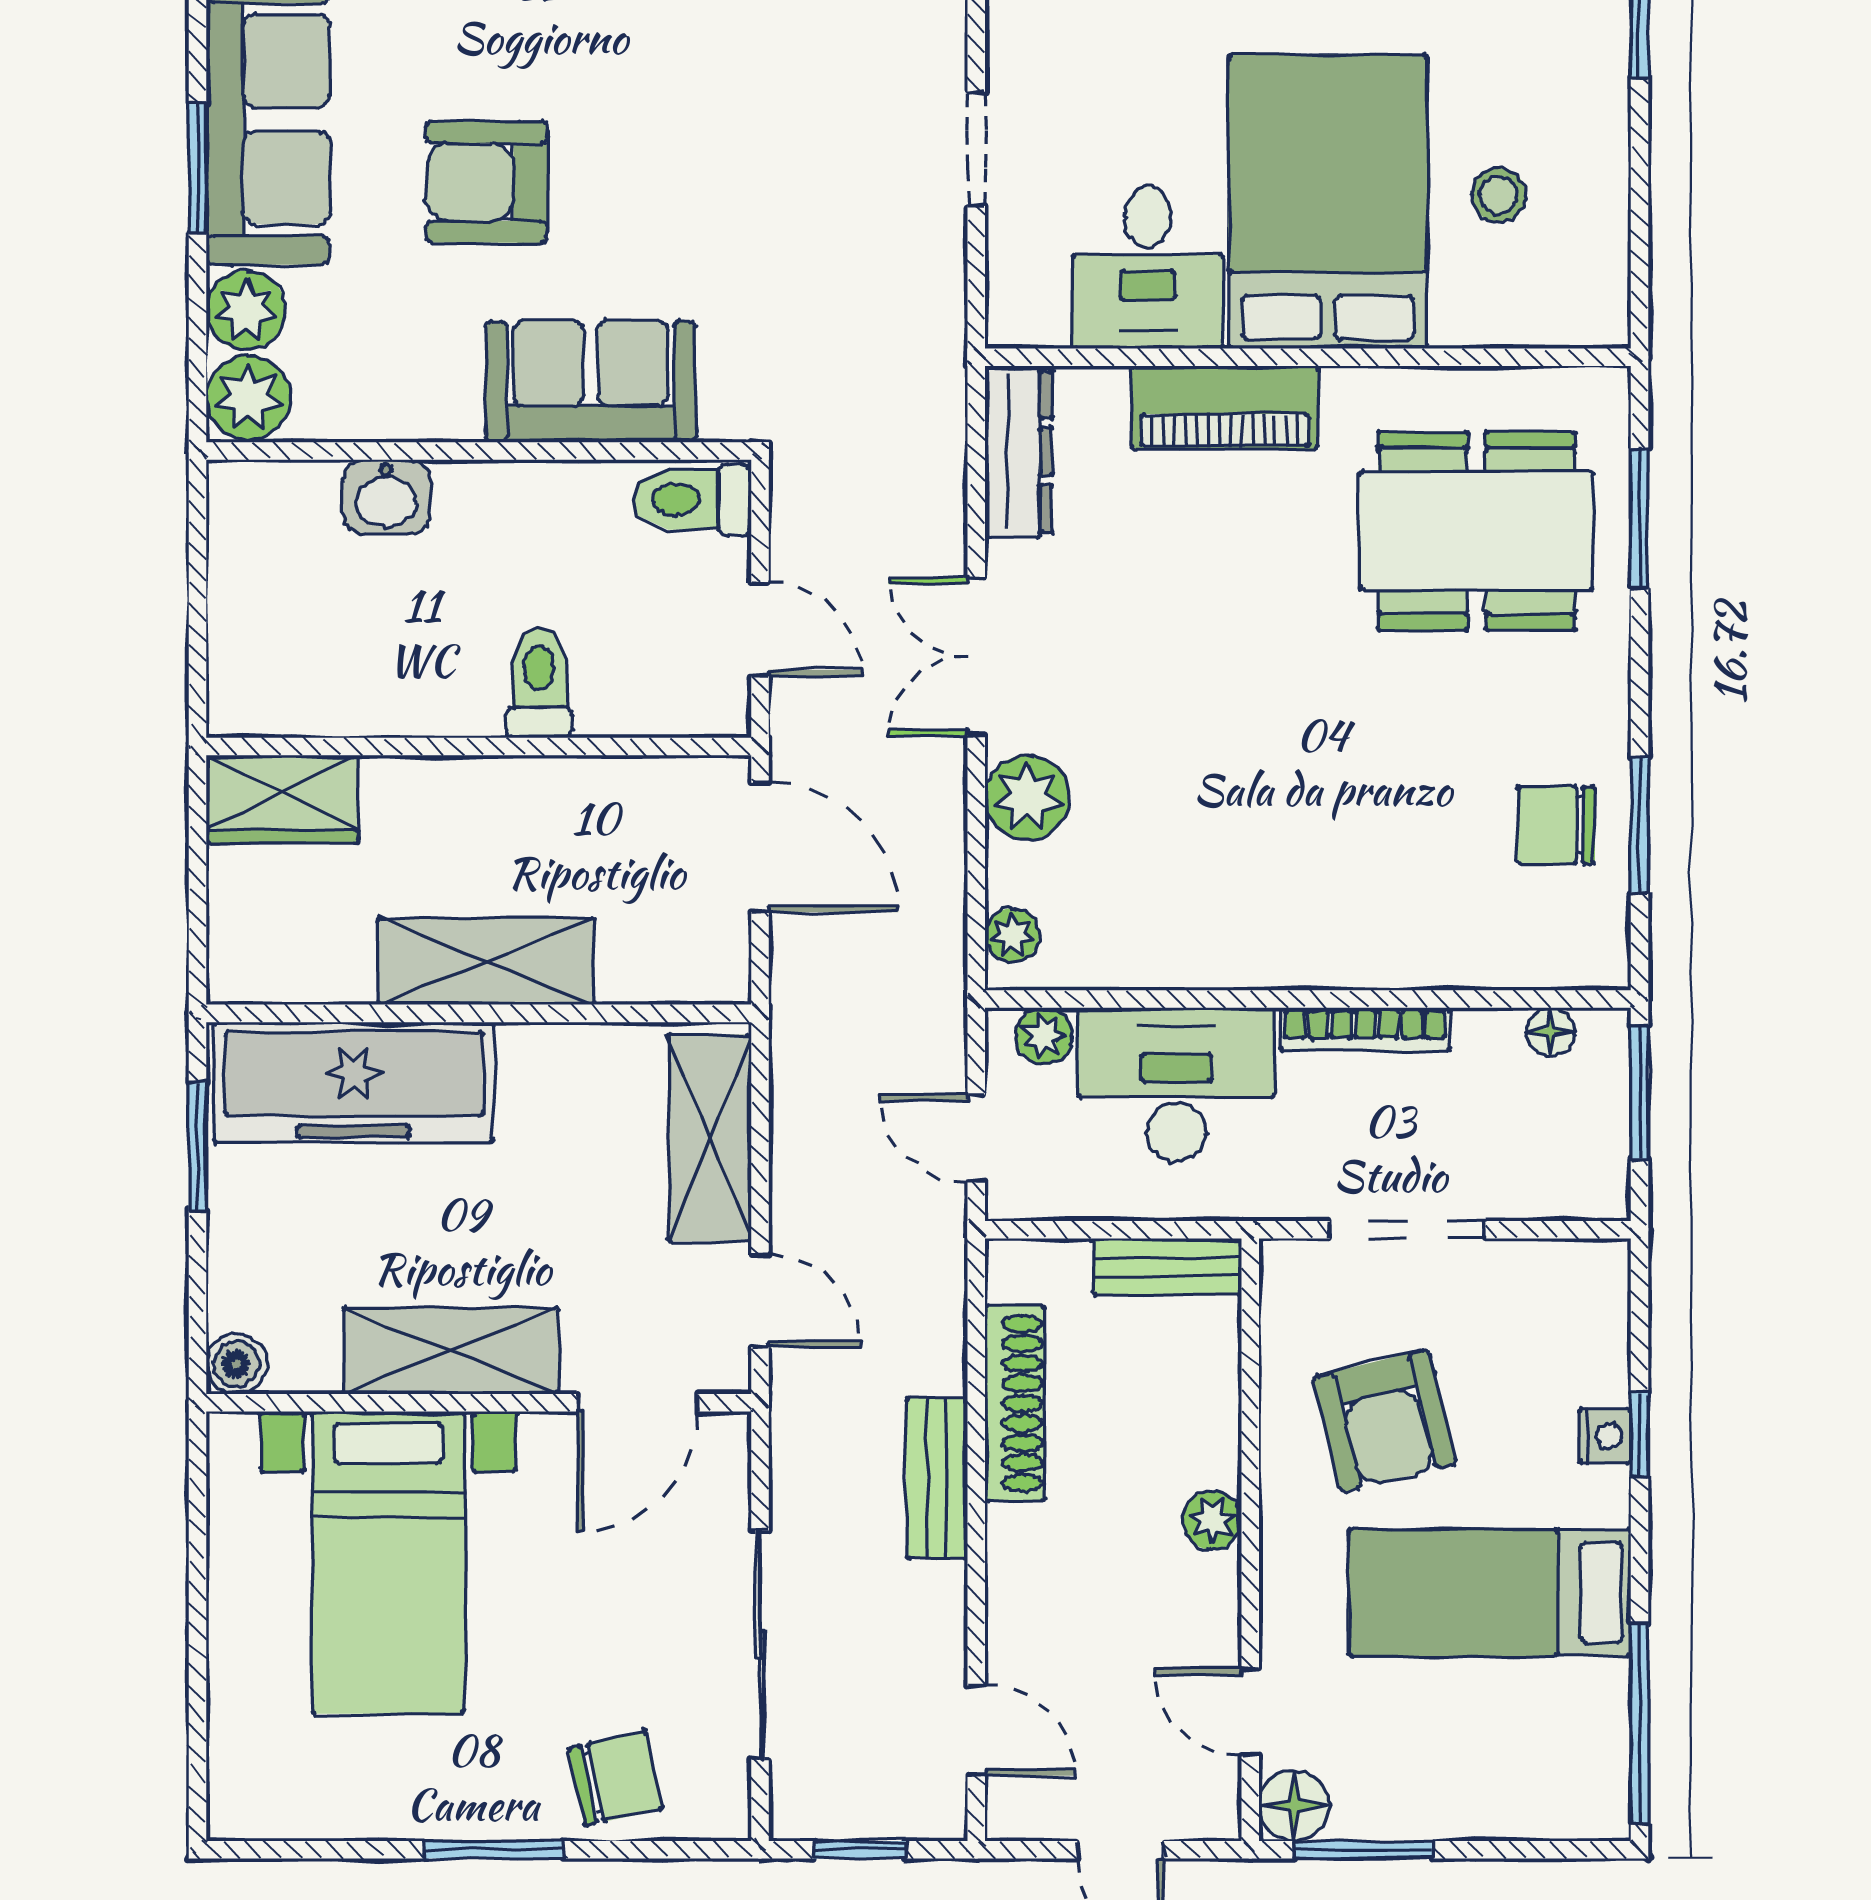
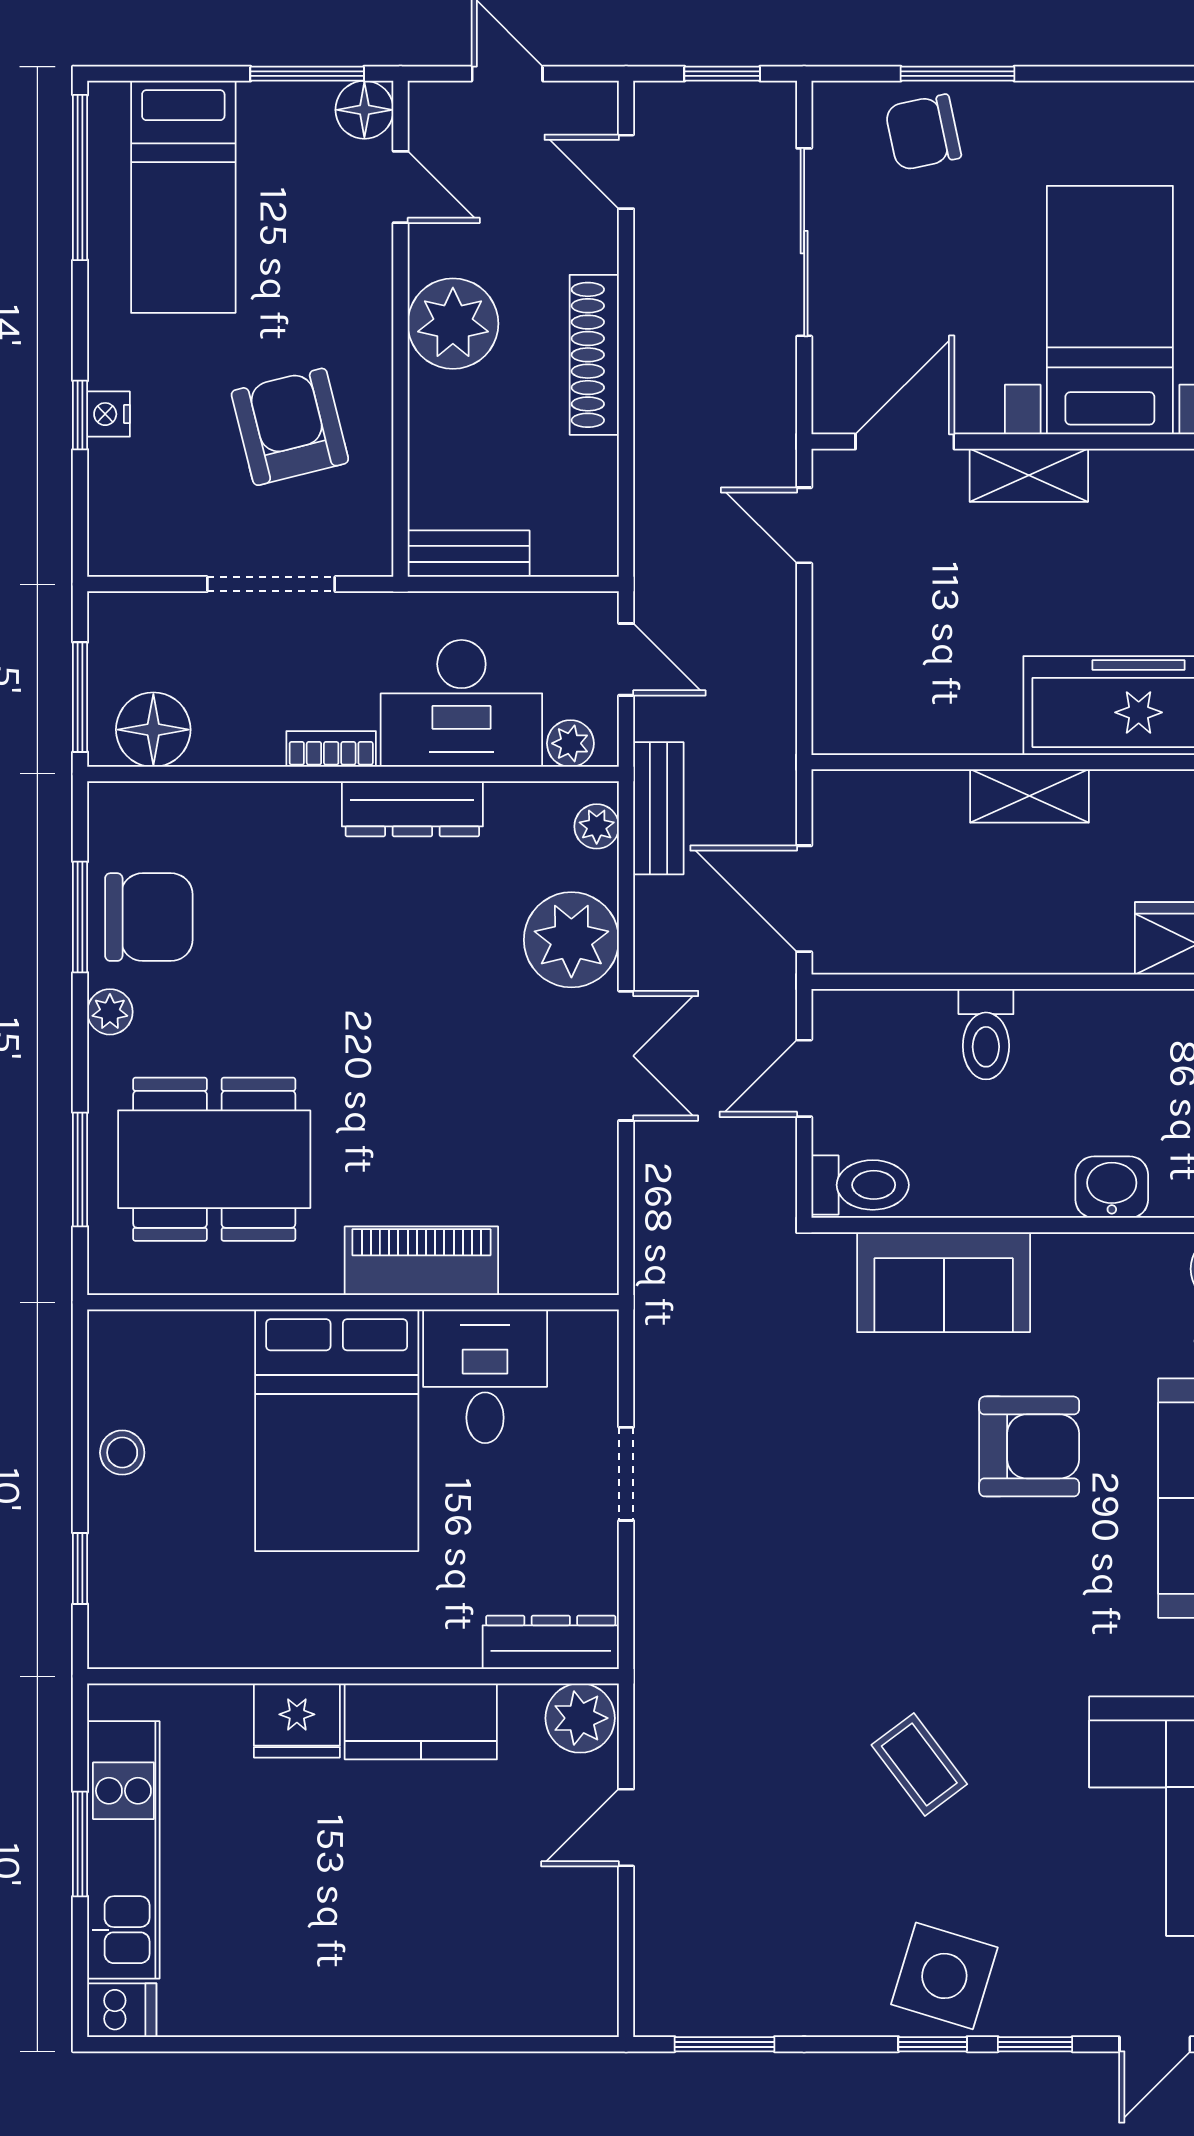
stool: (1499, 195) -> (122, 1453), moved
dresser: (1018, 452) -> (412, 809), moved, turned -90
door: (760, 629) -> (804, 1078), hinge flipped
plant: (1603, 710) -> (110, 1012), added
plant: (1027, 798) -> (571, 940), width x1.36, depth x1.36
chair: (1556, 825) -> (149, 917), width x1.37, depth x1.37
shelving: (486, 961) -> (1030, 796), width x0.67, depth x0.75
bookcase: (1365, 1029) -> (331, 749), width x0.64
floor lamp: (1551, 1032) -> (153, 730), width x1.89, depth x1.89
shelving: (710, 1138) -> (845, 660), removed
shelving: (451, 1351) -> (1029, 475), width x0.67, depth x0.75
shoe rack: (1015, 1403) -> (594, 355), moved
bench: (937, 1478) -> (658, 808), moved
plant: (1212, 1520) -> (453, 324), width x1.88, depth x1.88
bed: (1490, 1592) -> (183, 197), moved, turned 90
window: (494, 1850) -> (958, 74), moved

